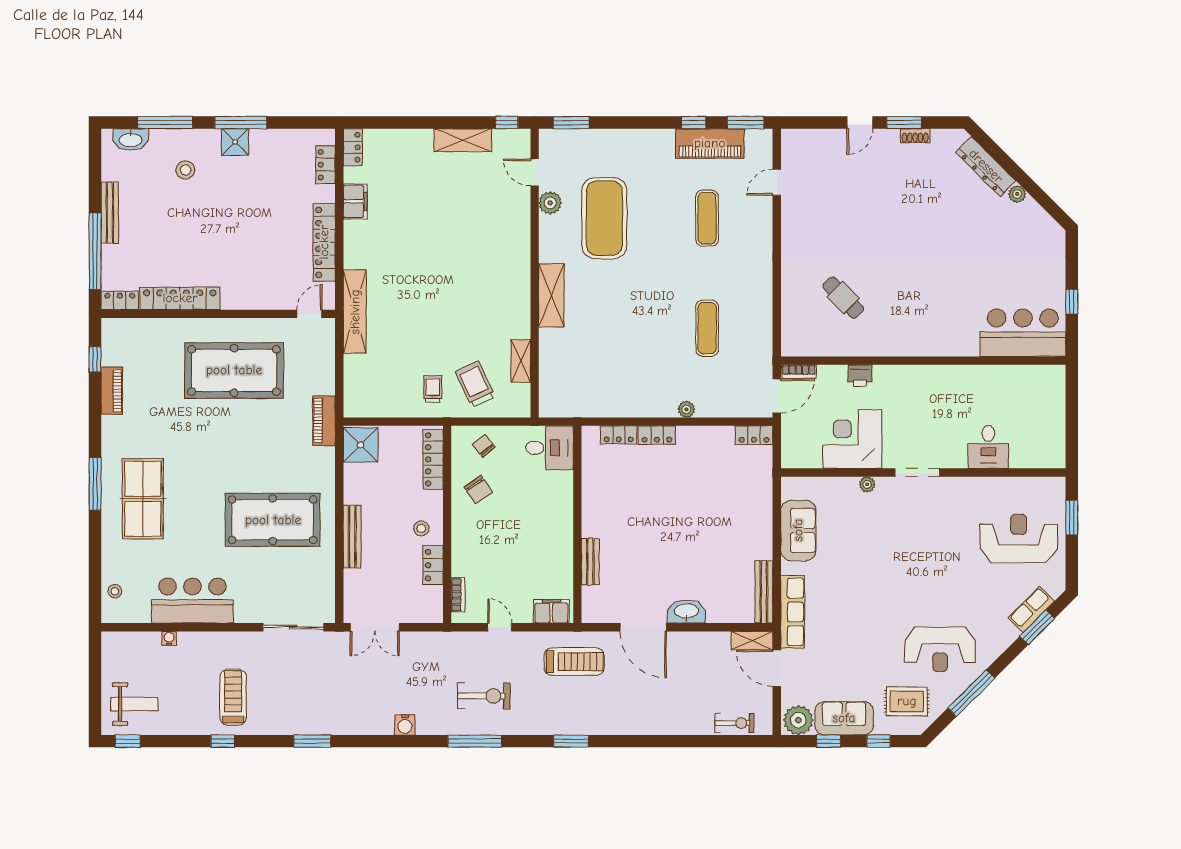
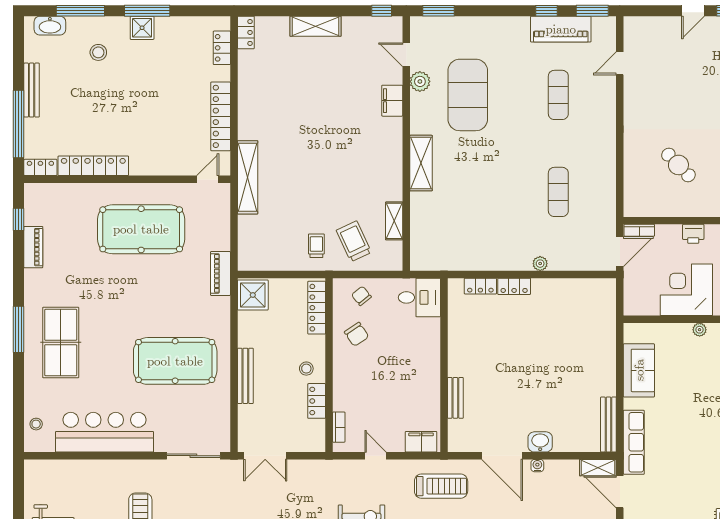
shelving: (463, 140) -> (315, 26), moved
filing cabinet: (355, 201) -> (392, 101), moved, turned 180
locker: (754, 435) -> (600, 286), removed
bar counter: (192, 601) -> (105, 432), width x1.36
washbasin: (686, 612) -> (540, 442), width x0.72
water cooler: (169, 638) -> (537, 466), moved

